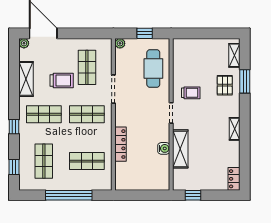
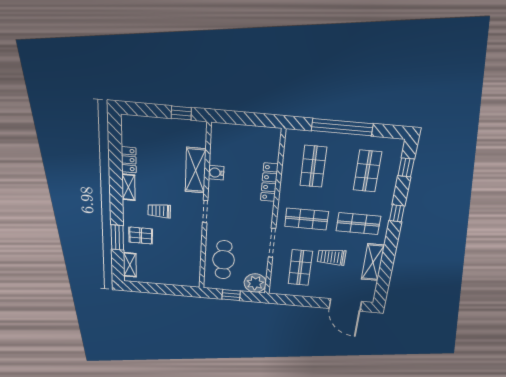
plant: (24, 43) -> (369, 297), removed
plant: (120, 43) -> (255, 283), width x1.87, depth x1.87
pallet: (225, 85) -> (141, 236), turned 90
trolley: (191, 93) -> (159, 211), moved
shop shelf: (87, 161) -> (313, 166), turned 90
locker: (234, 179) -> (129, 160), moved

